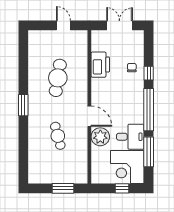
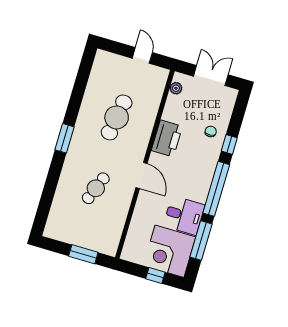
printer: (100, 65) -> (167, 138), moved
cafe table: (58, 136) -> (96, 188), turned 36
plant: (100, 137) -> (176, 88), moved, width x0.53, depth x0.53

